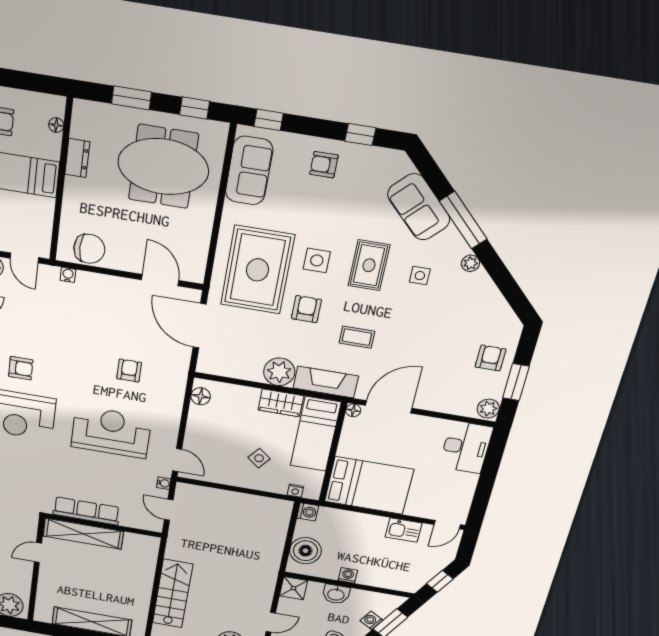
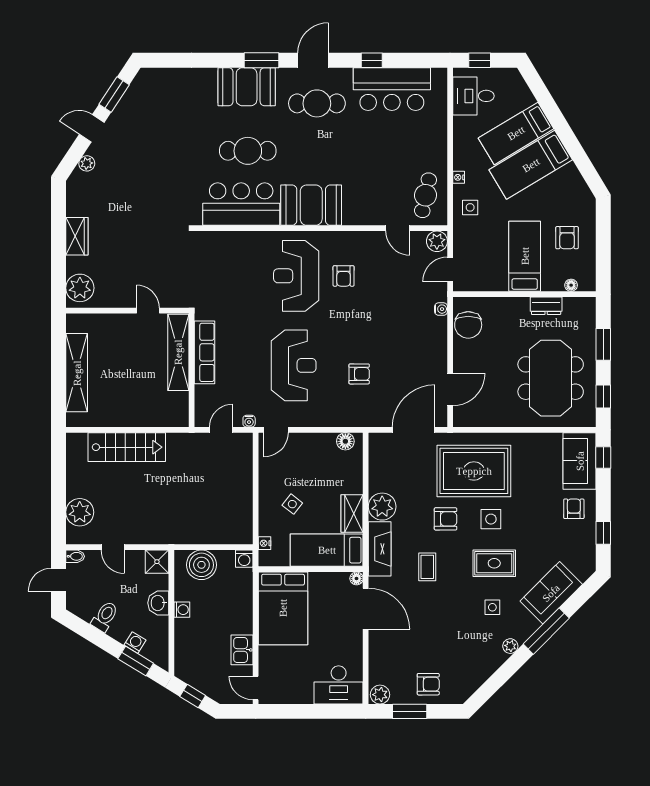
sofa: (249, 171) -> (580, 461), moved, turned 90

